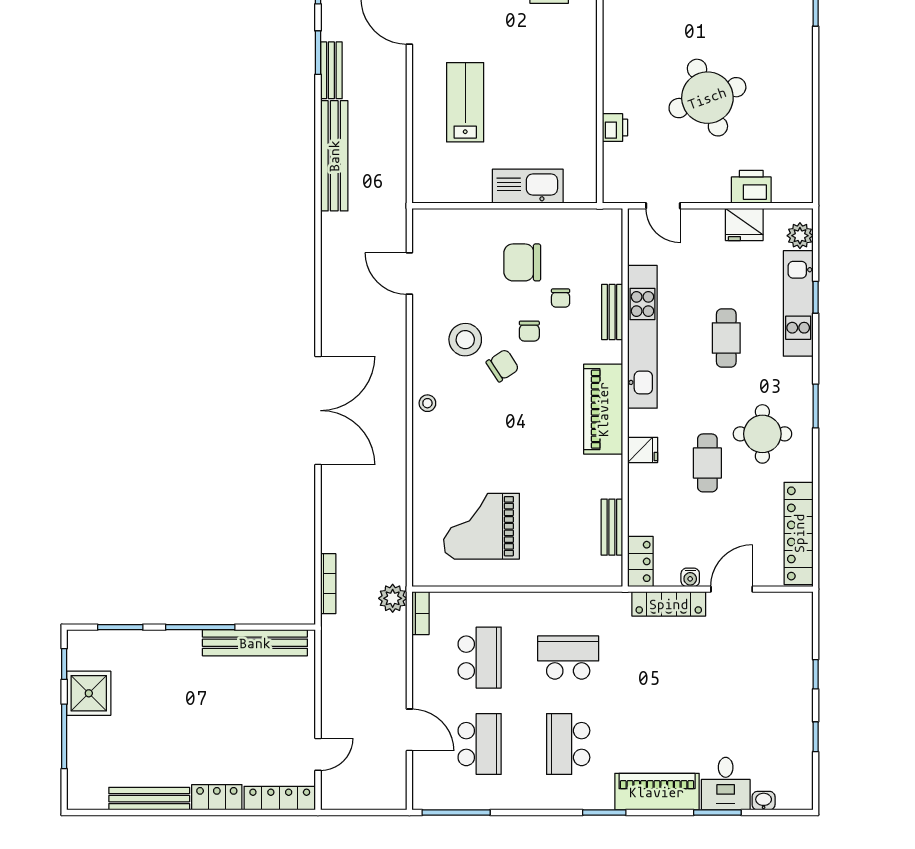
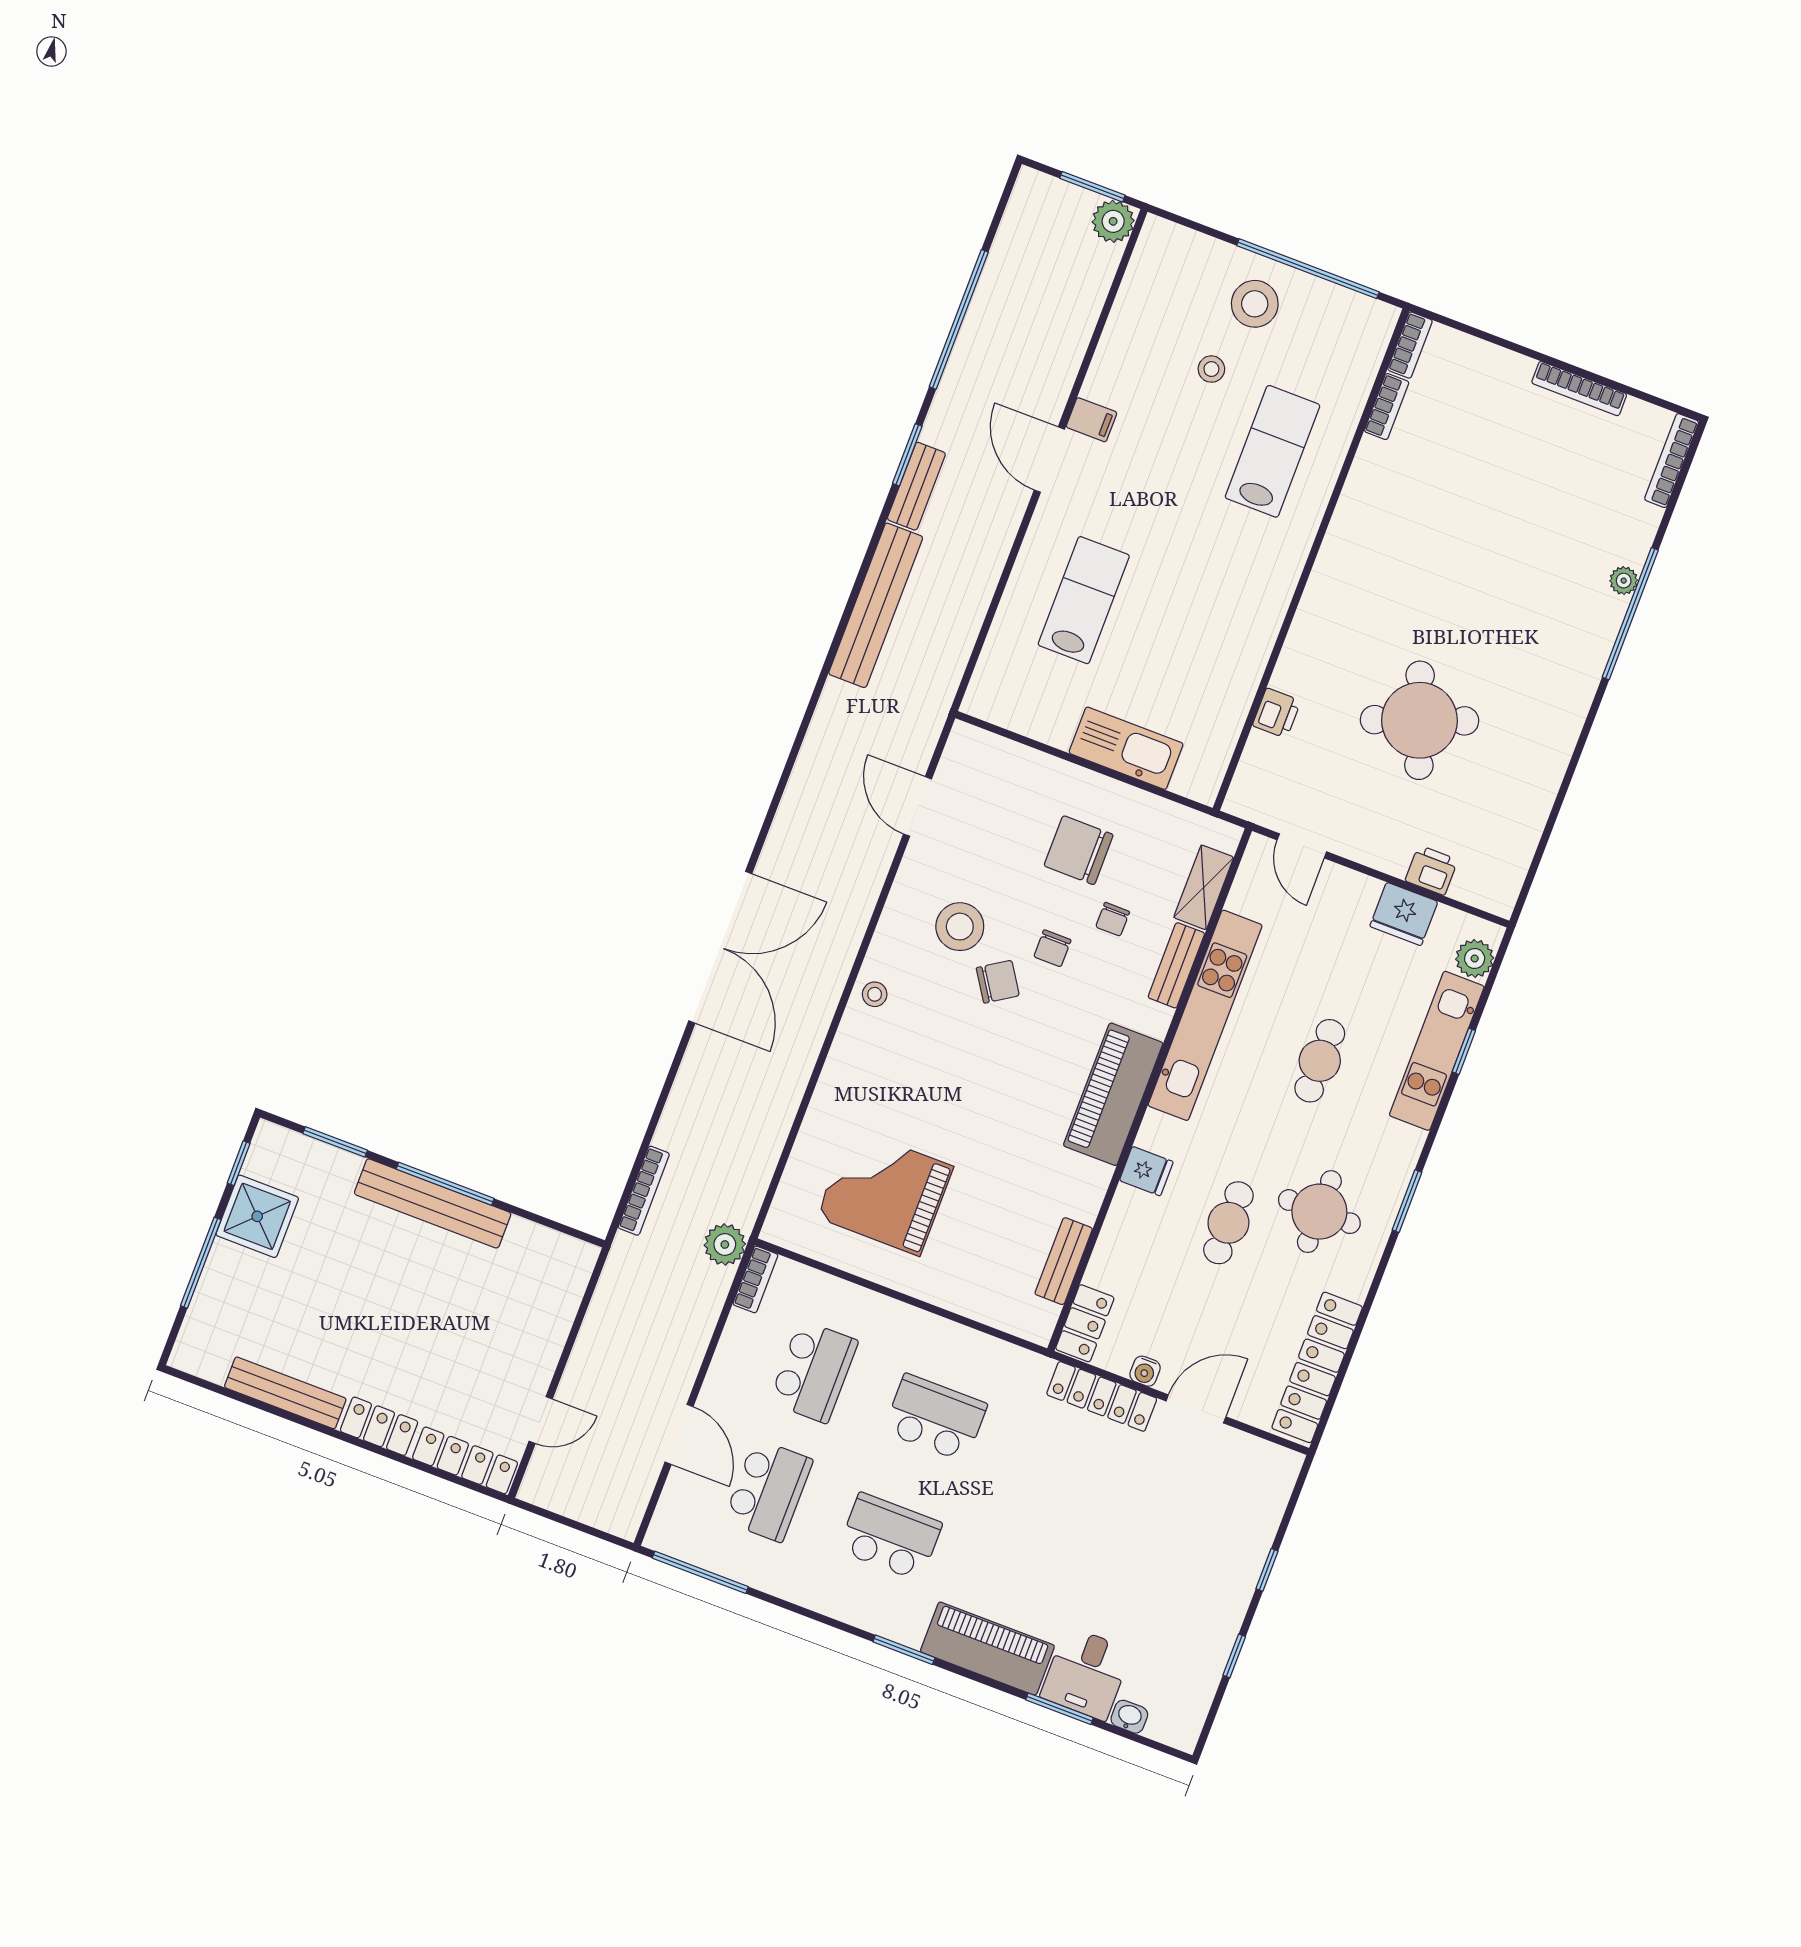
printer: (751, 187) -> (1431, 870), width x0.73, depth x0.81
shelving: (611, 256) -> (1204, 887), added
bench: (255, 643) -> (433, 1203), moved
school desk: (568, 744) -> (890, 1537), turned 90

